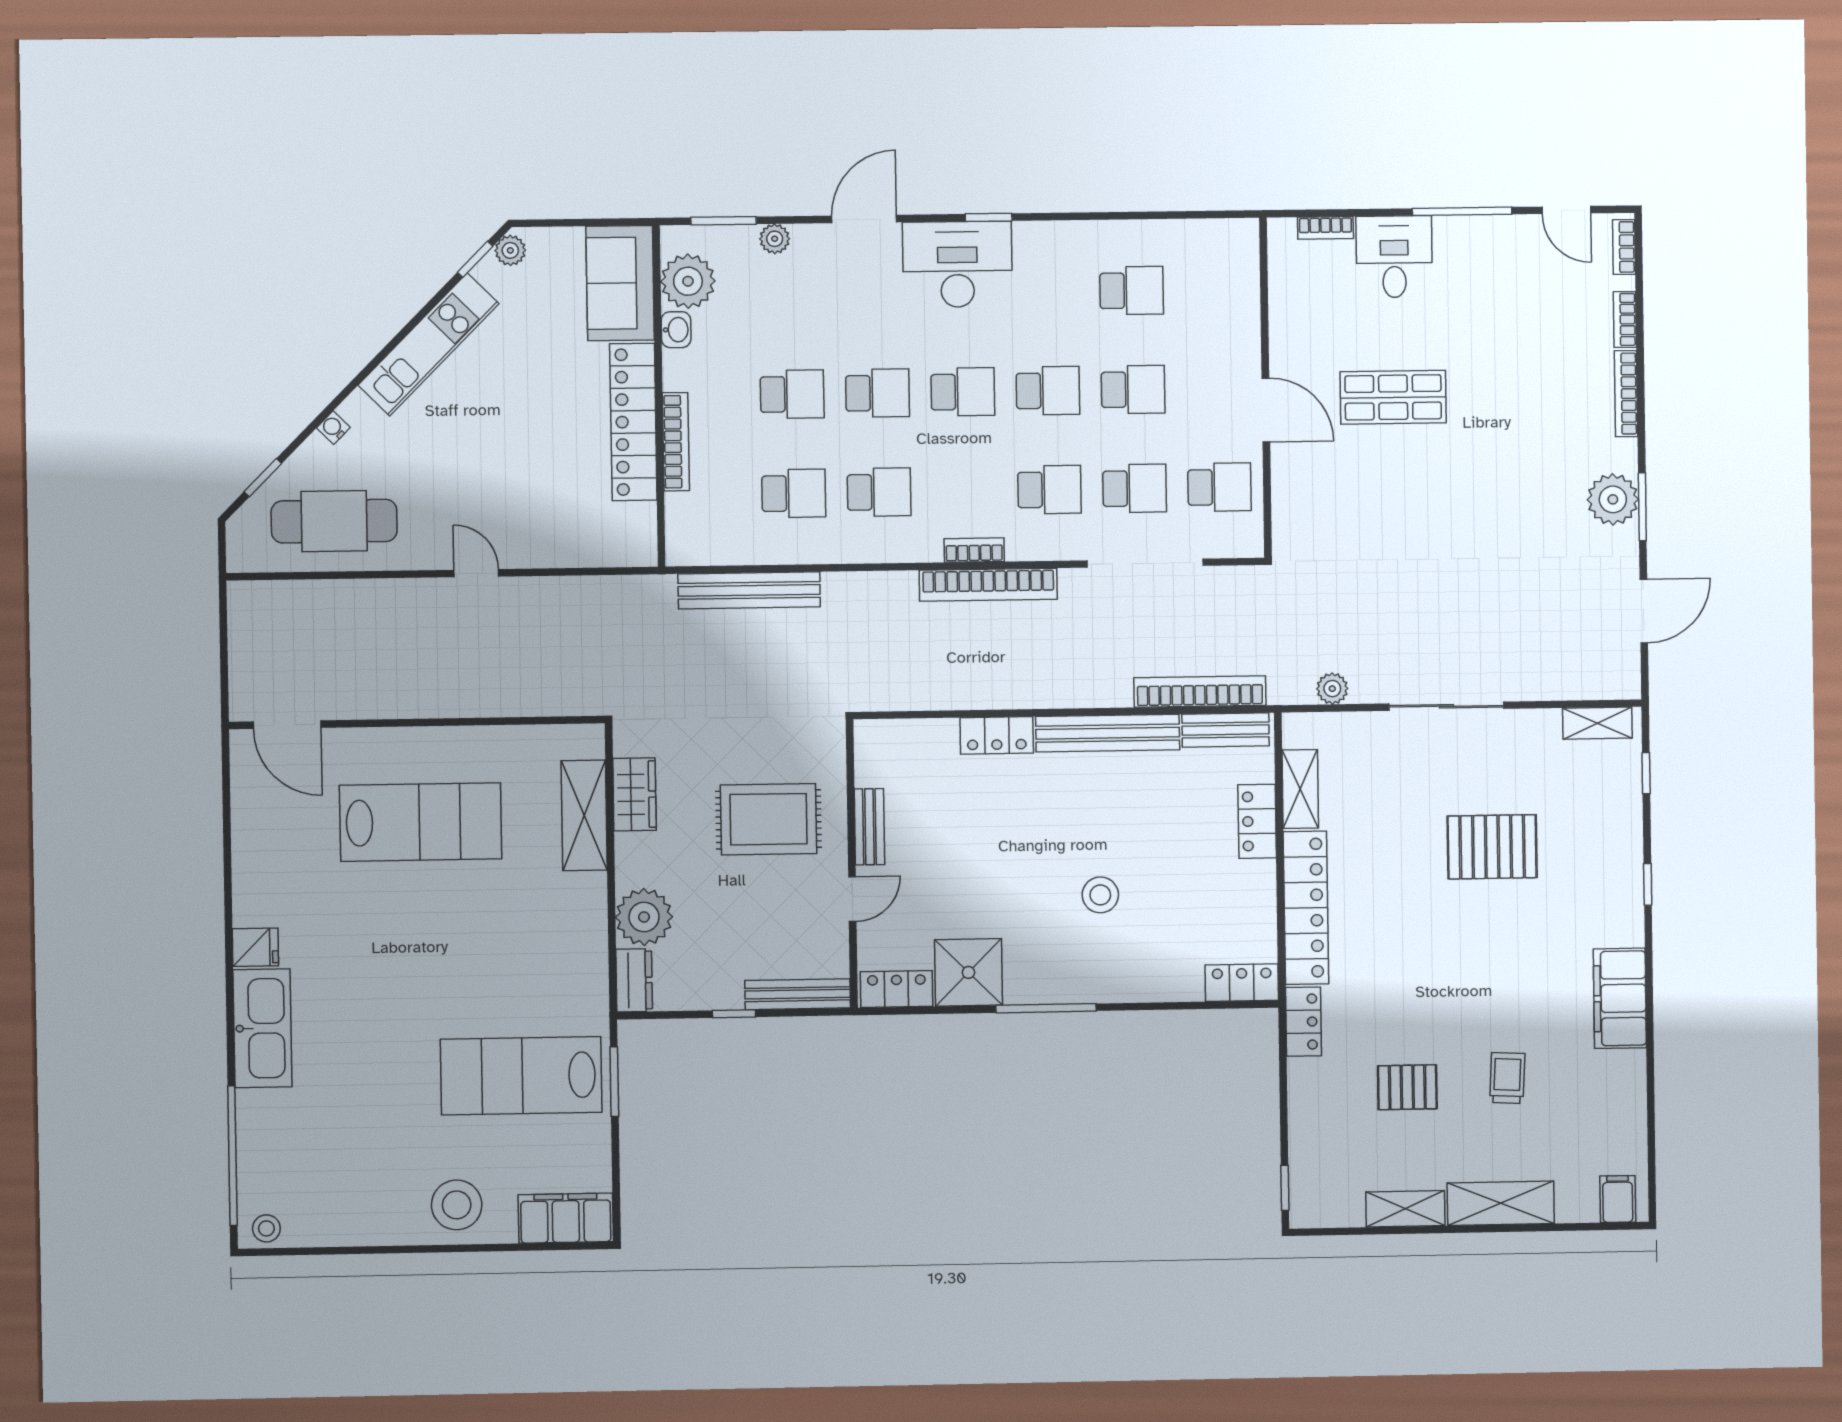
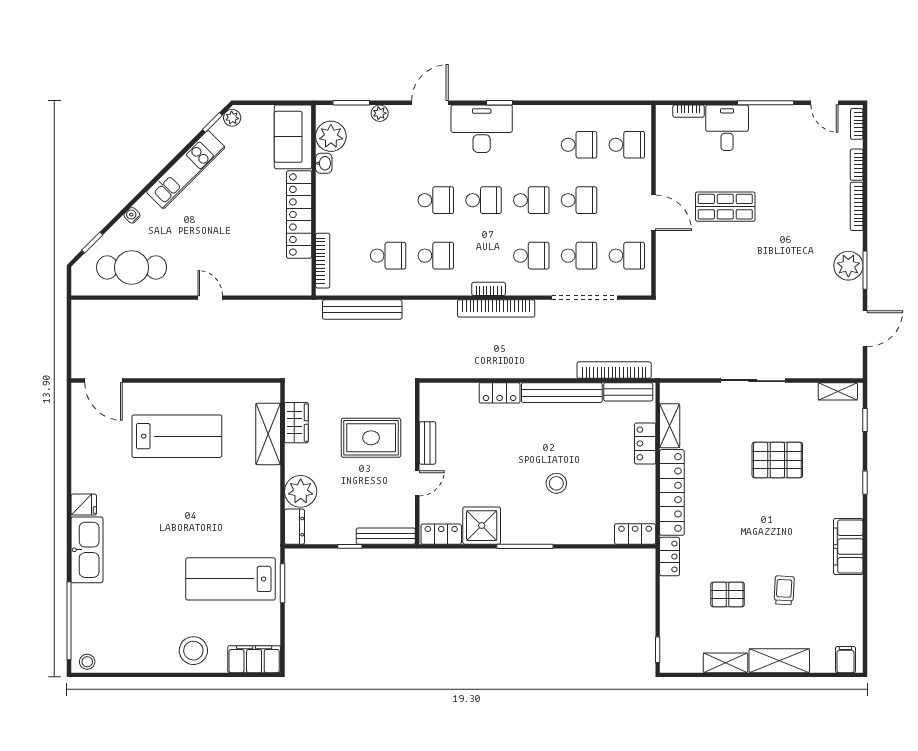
school desk: (792, 394) -> (627, 145), moved
bookcase: (676, 442) -> (323, 261), moved
plant: (1332, 689) -> (689, 370), removed

